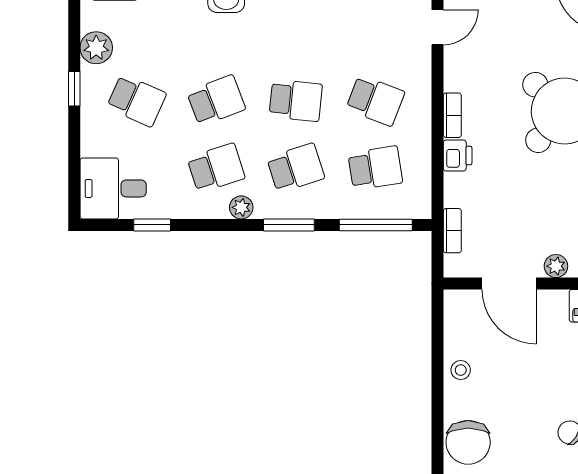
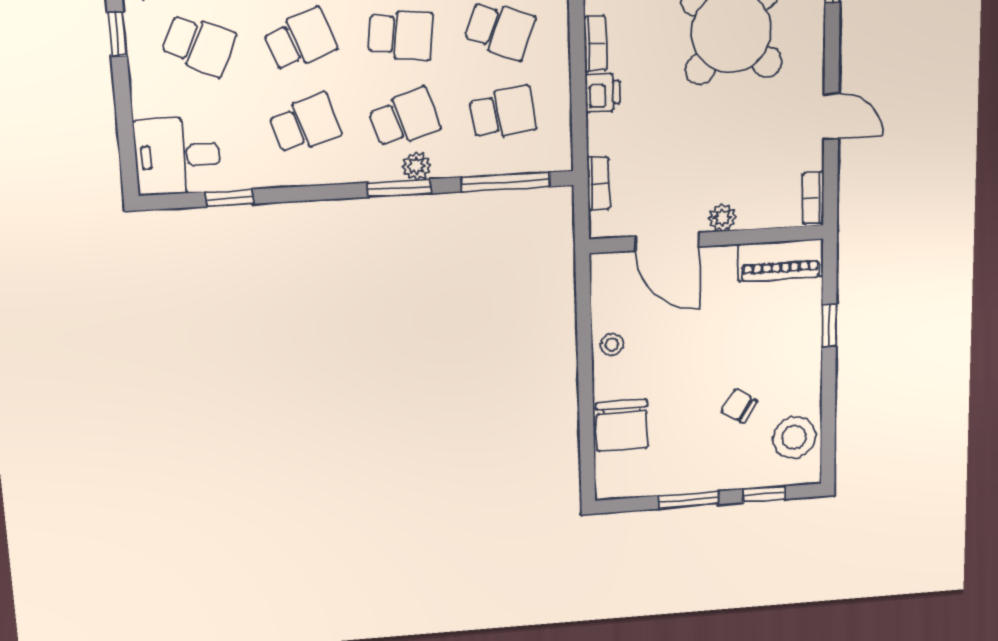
plant: (241, 207) -> (417, 166), moved

